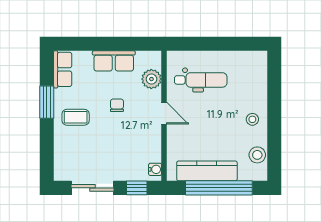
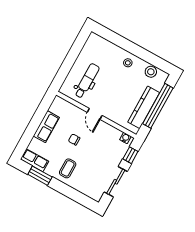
plant: (151, 79) -> (70, 110), removed
window: (47, 102) -> (40, 176), moved
door: (164, 113) -> (95, 114), swing flipped

